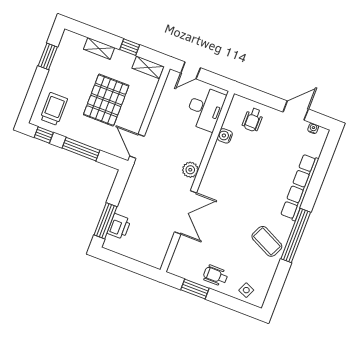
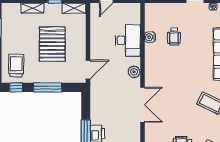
desk: (205, 109) -> (128, 40), moved
wheelchair: (253, 120) -> (174, 36), moved
door: (137, 146) -> (88, 70), swing flipped

